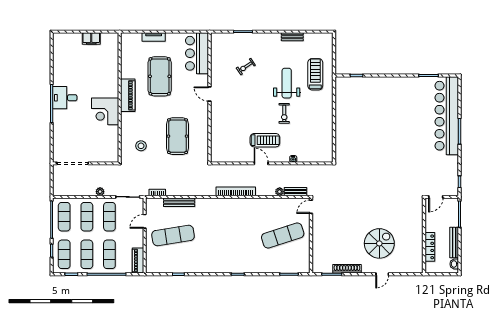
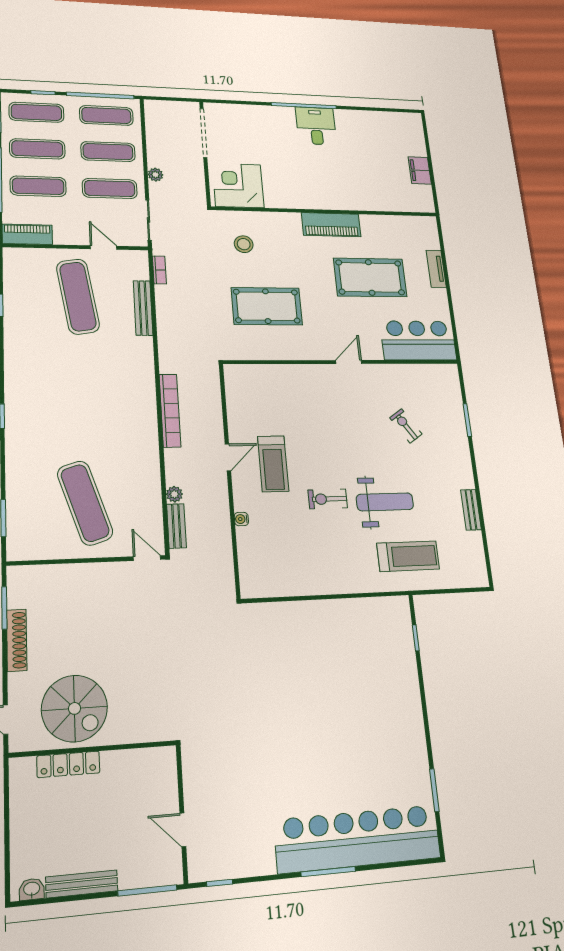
corner desk: (105, 111) -> (238, 186), moved
wall: (424, 236) -> (93, 749), moved
locker: (430, 247) -> (68, 764), moved

